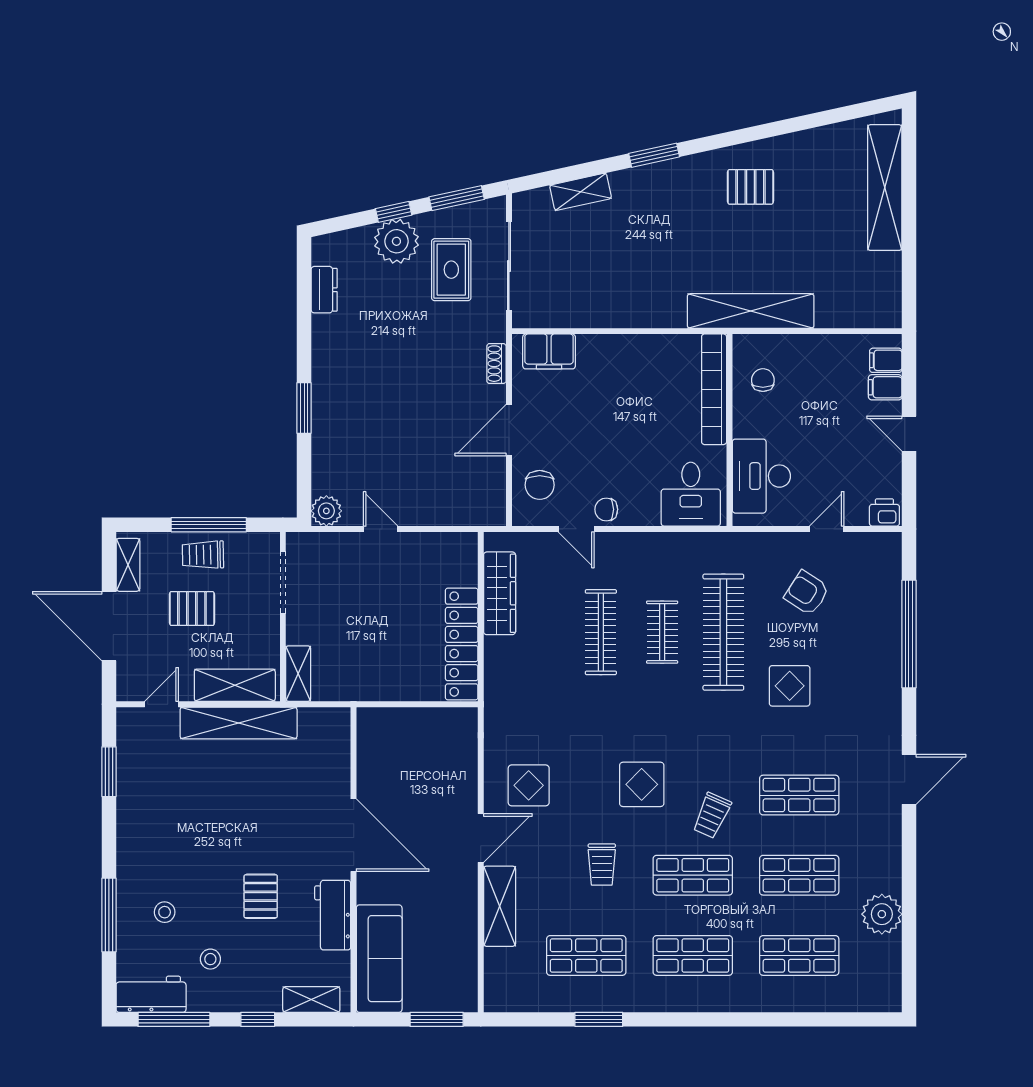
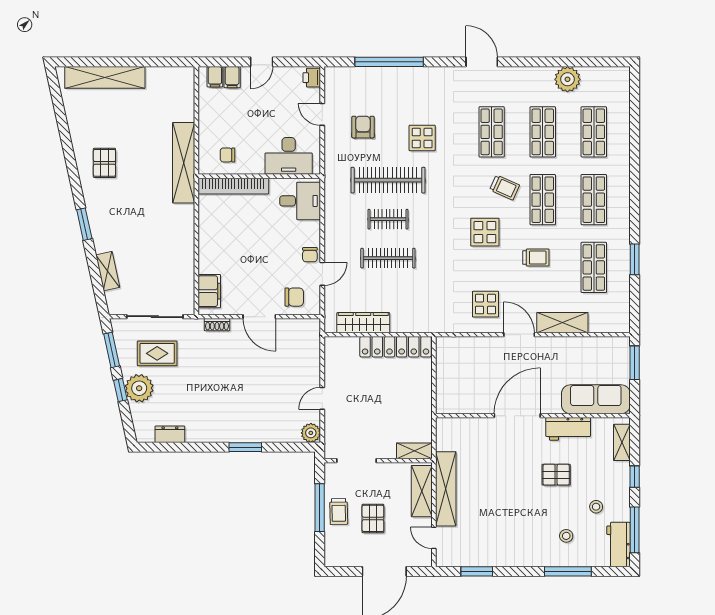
shelving: (128, 565) -> (345, 559), removed
armchair: (807, 593) -> (363, 127), turned 147

